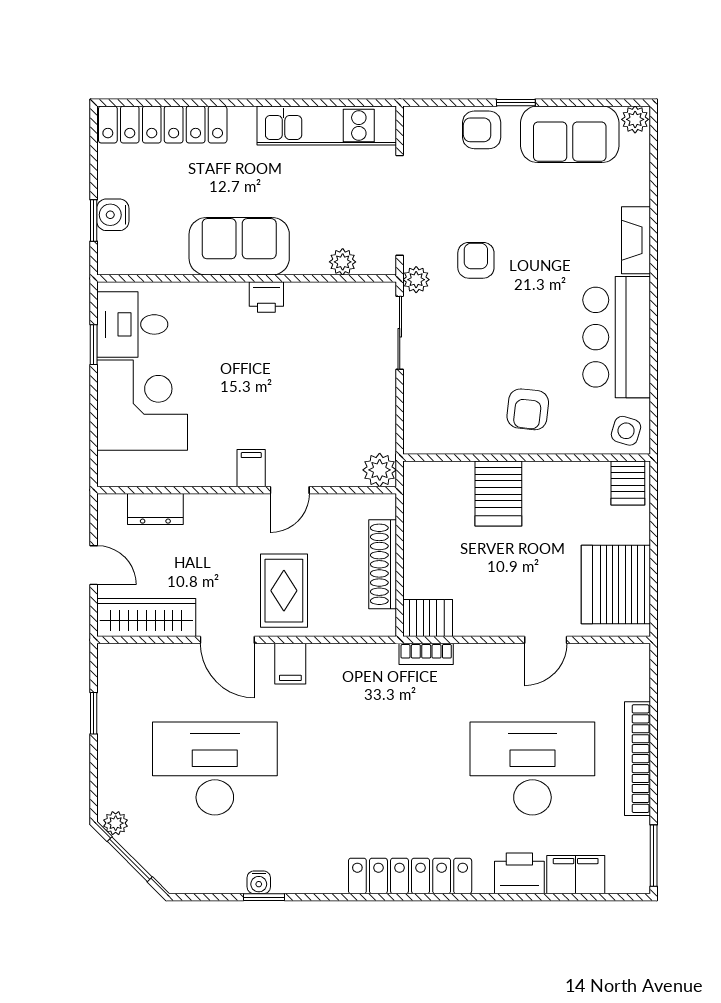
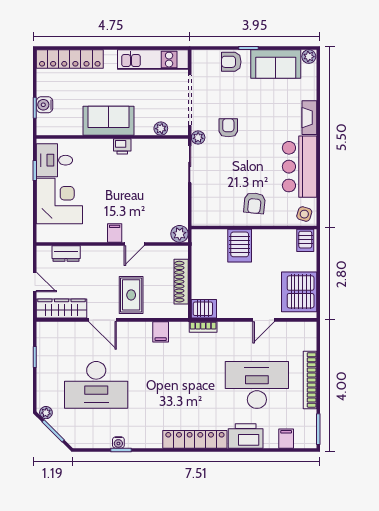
filing cabinet: (290, 664) -> (161, 332), moved
desk: (215, 768) -> (96, 385), turned 180
printer: (519, 873) -> (246, 436), width x1.37, depth x1.19
filing cabinet: (576, 875) -> (286, 439), width x0.50

